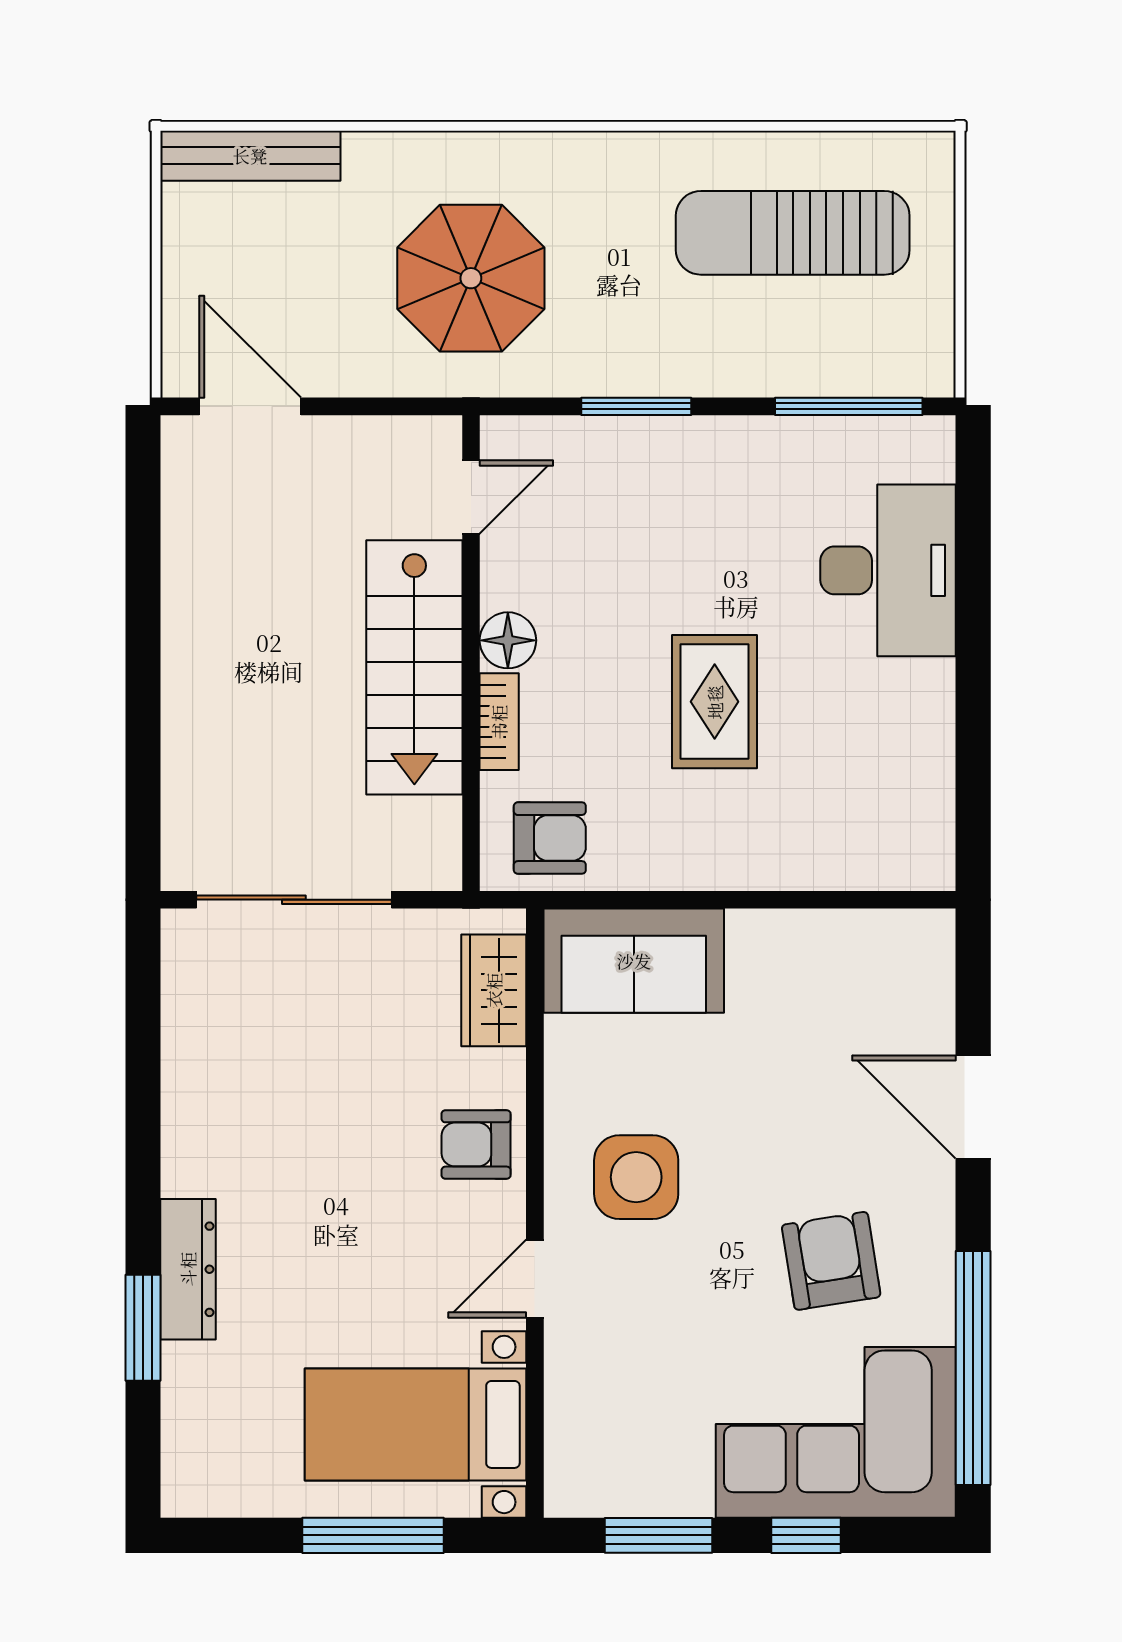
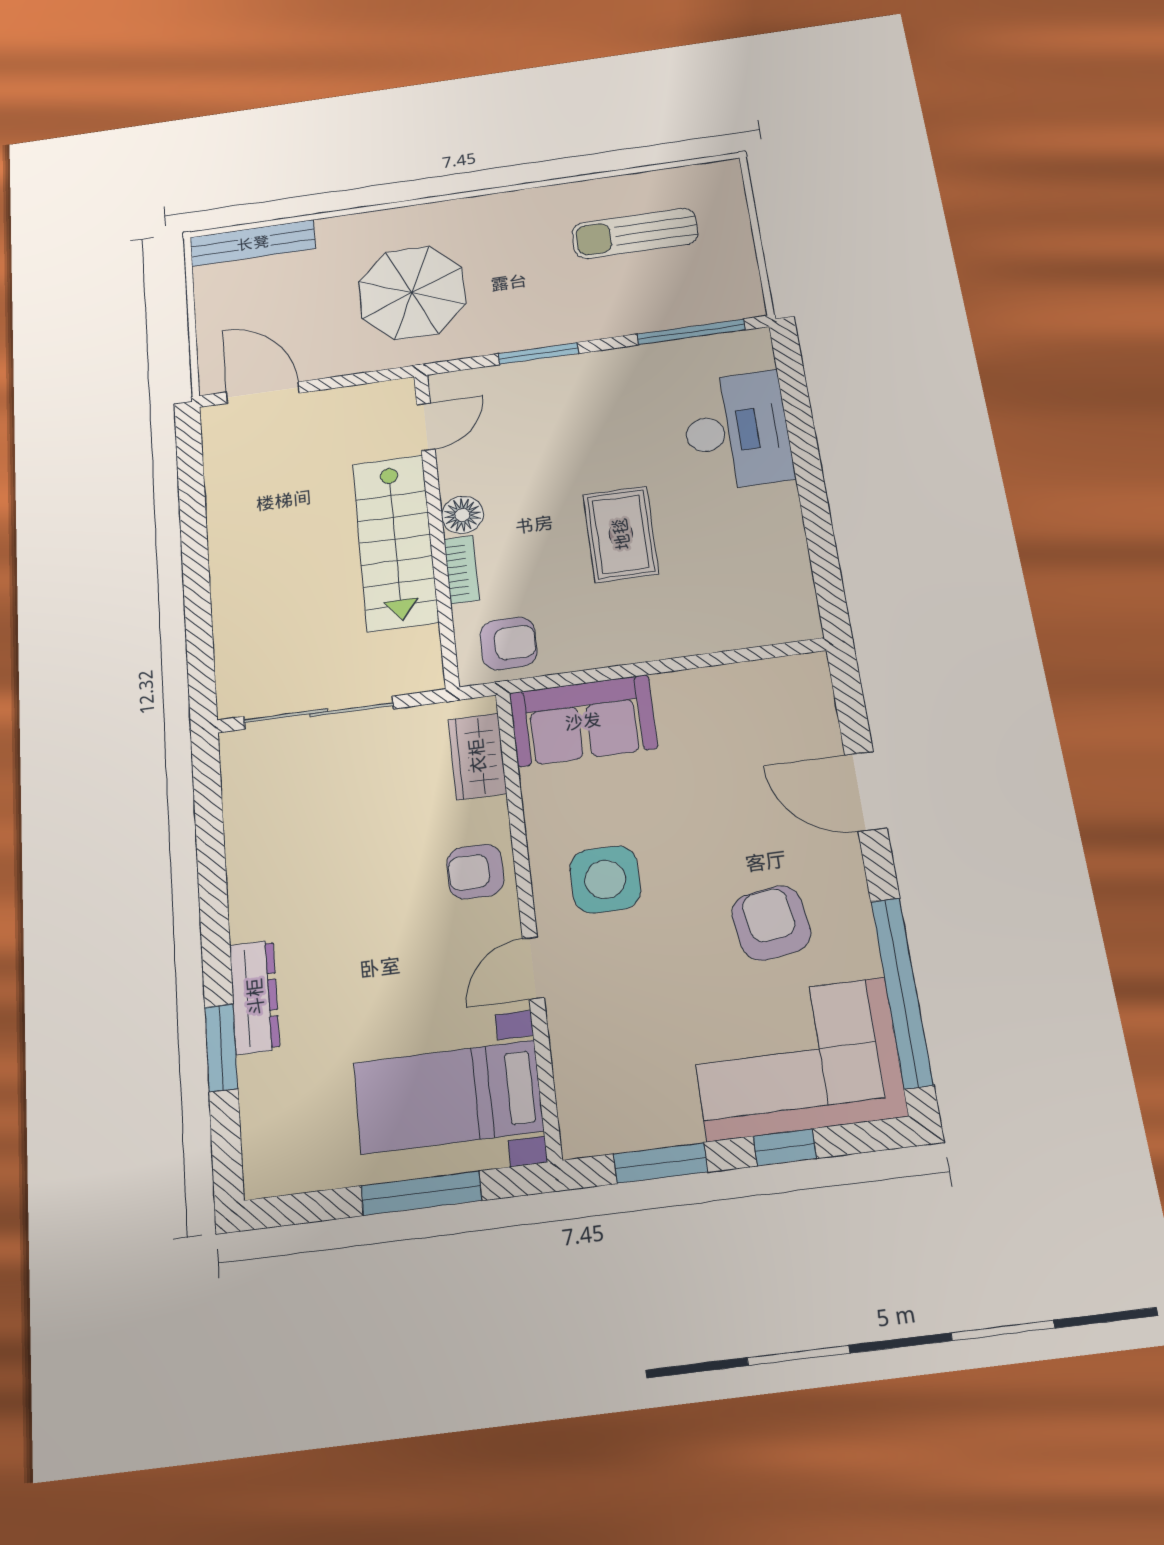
sun lounger: (793, 233) -> (635, 233), width x0.73, depth x0.75

